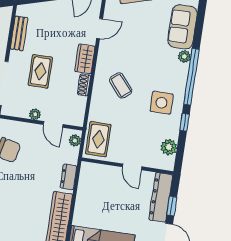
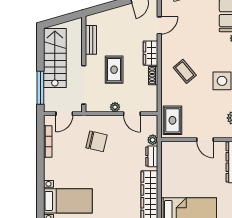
plant: (75, 141) -> (153, 140), moved

